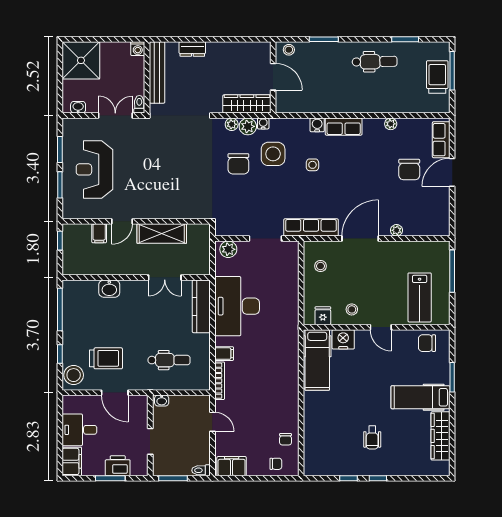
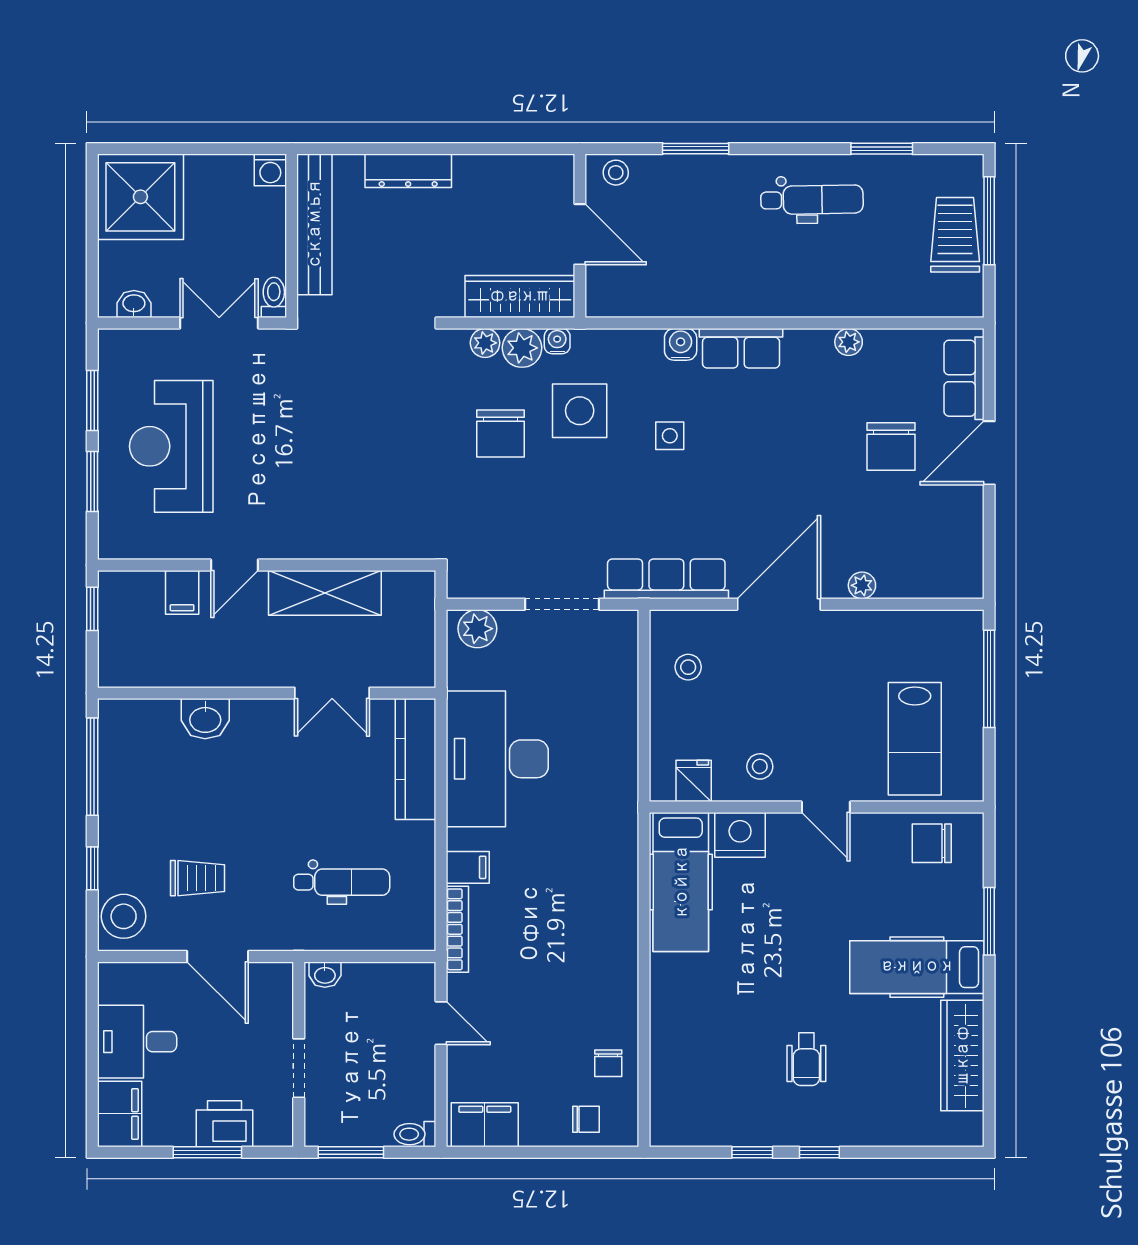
dresser: (192, 49) -> (408, 171), width x1.44
trolley: (106, 358) -> (198, 878), width x0.73, depth x0.72

